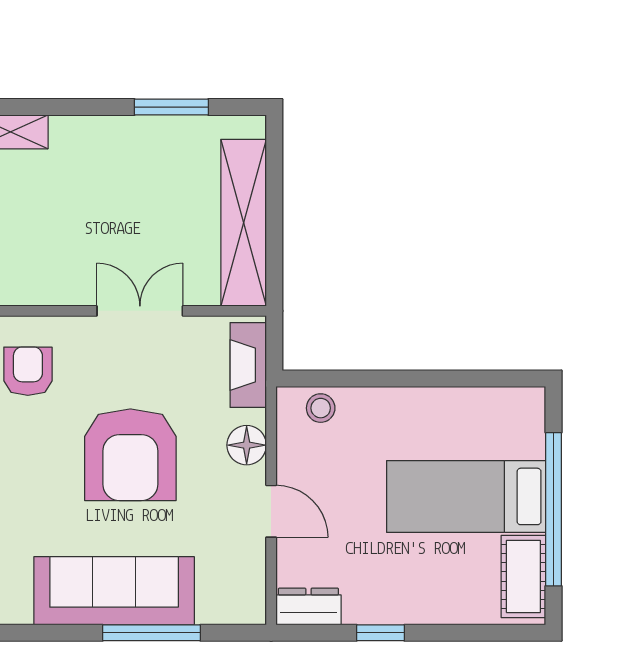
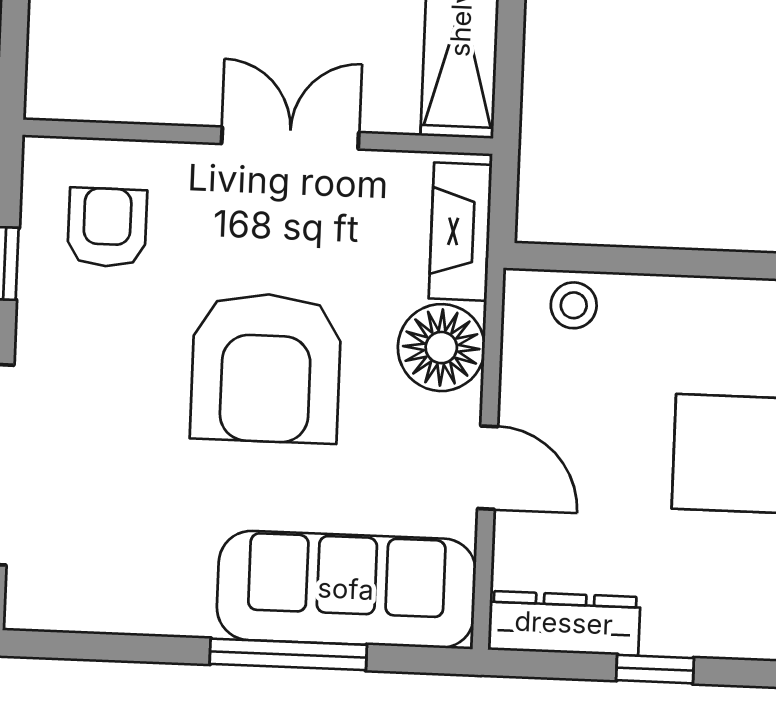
floor lamp: (247, 445) -> (441, 348), width x1.38, depth x1.38
sofa: (114, 591) -> (346, 589), moved
dresser: (308, 607) -> (564, 623), width x1.44

